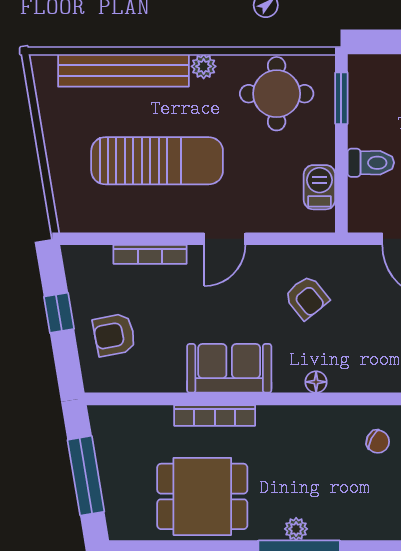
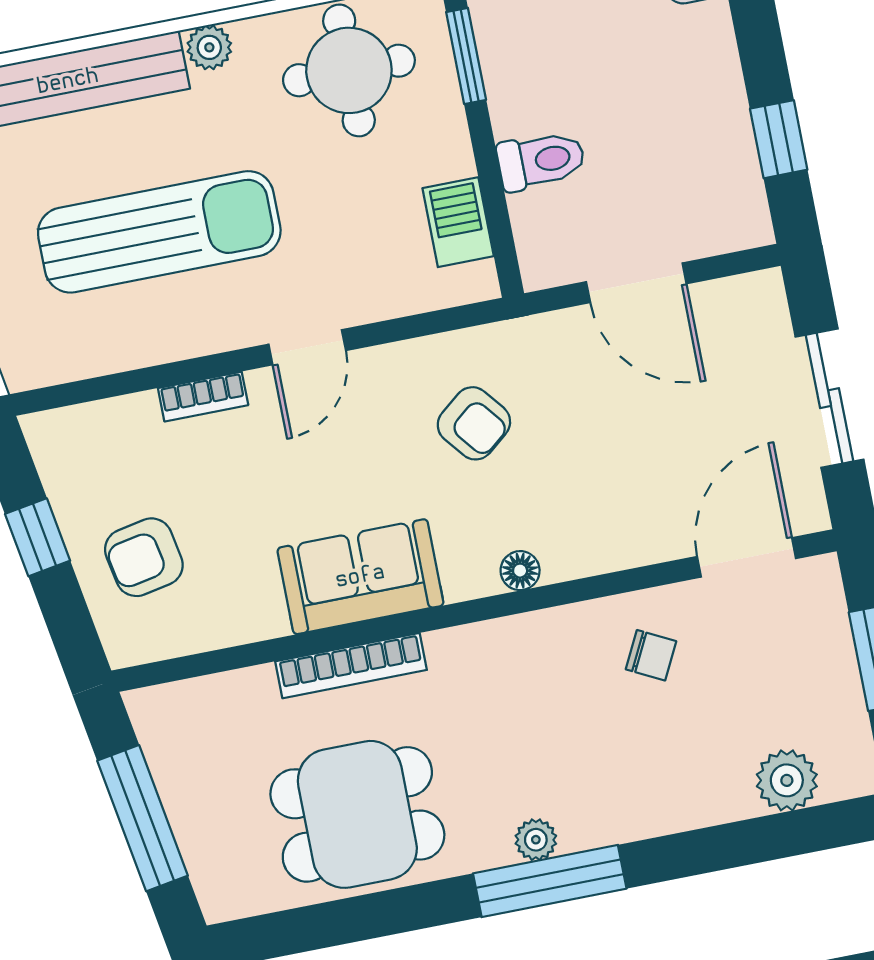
bookcase: (150, 254) -> (203, 397), width x0.64

